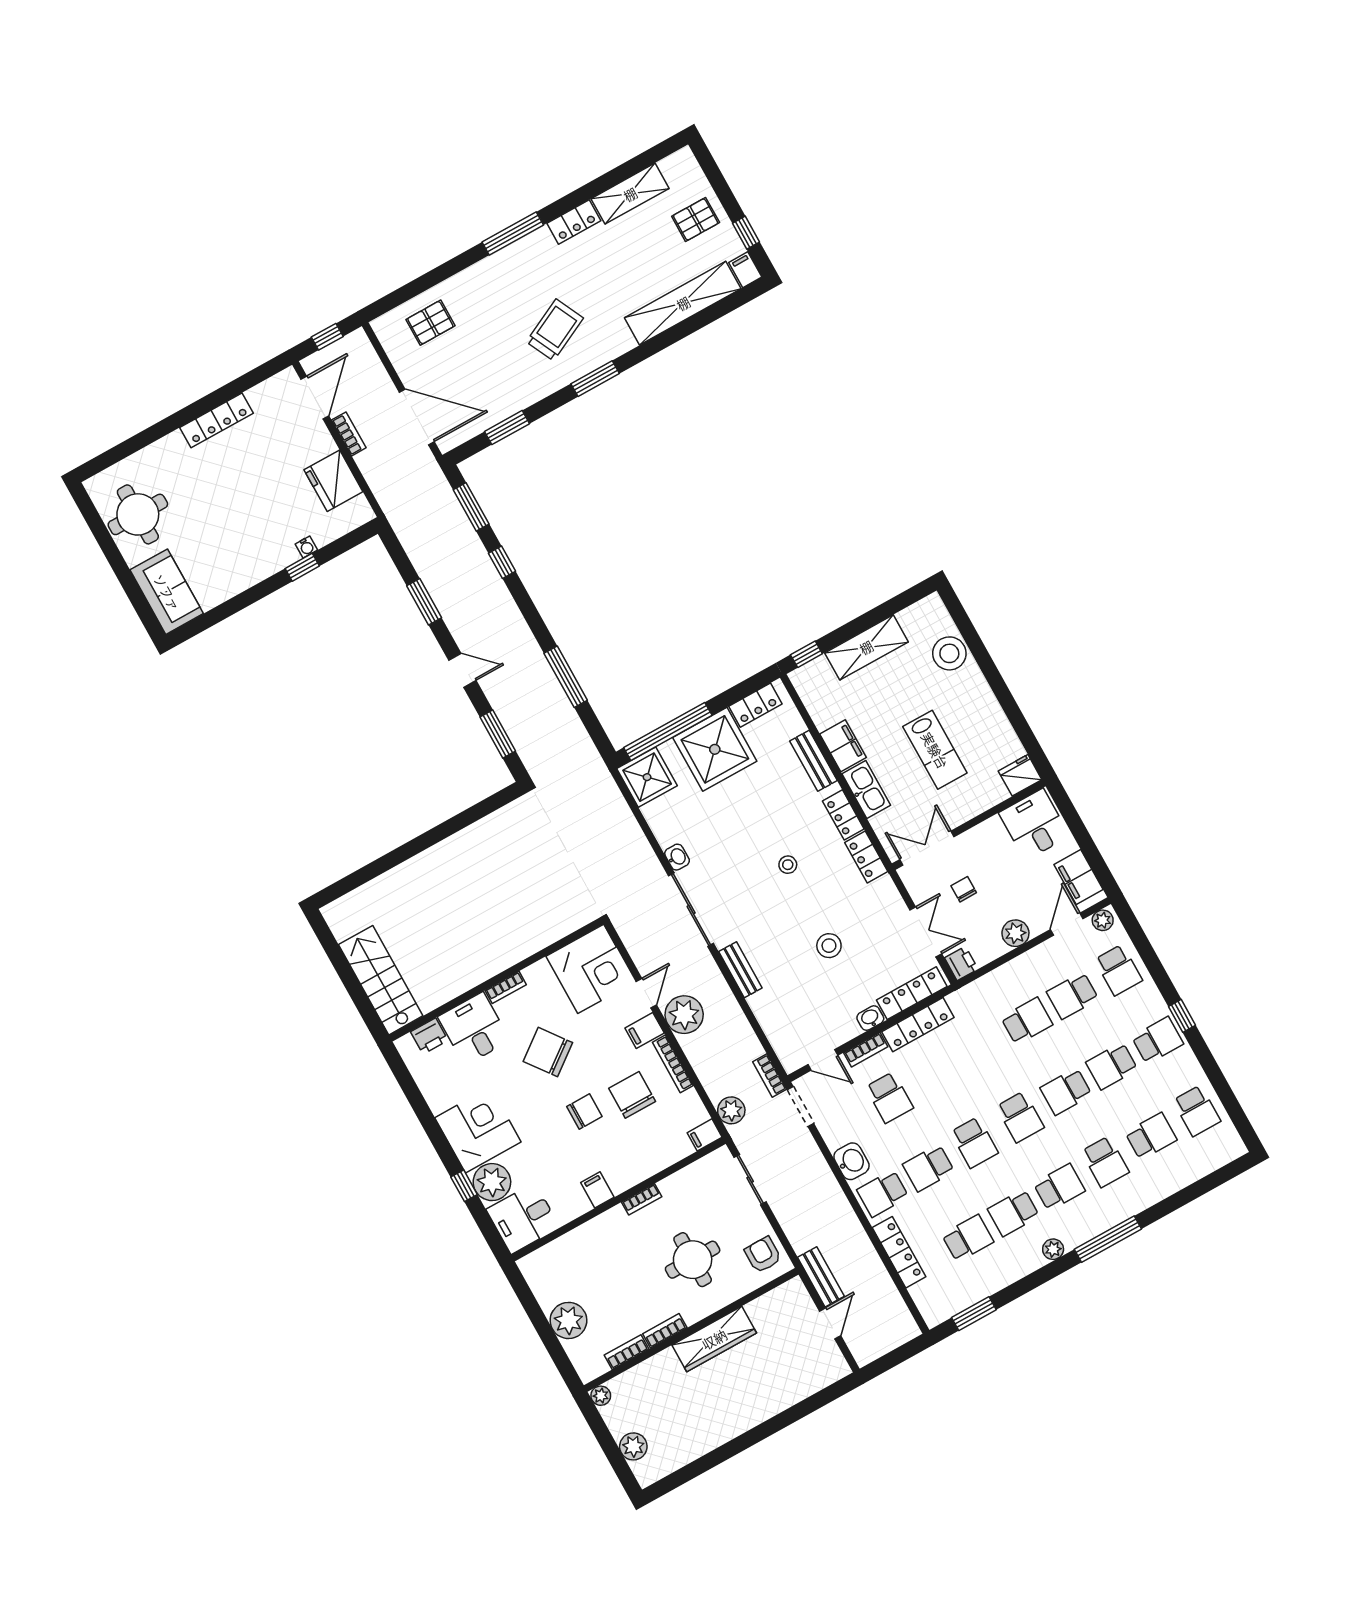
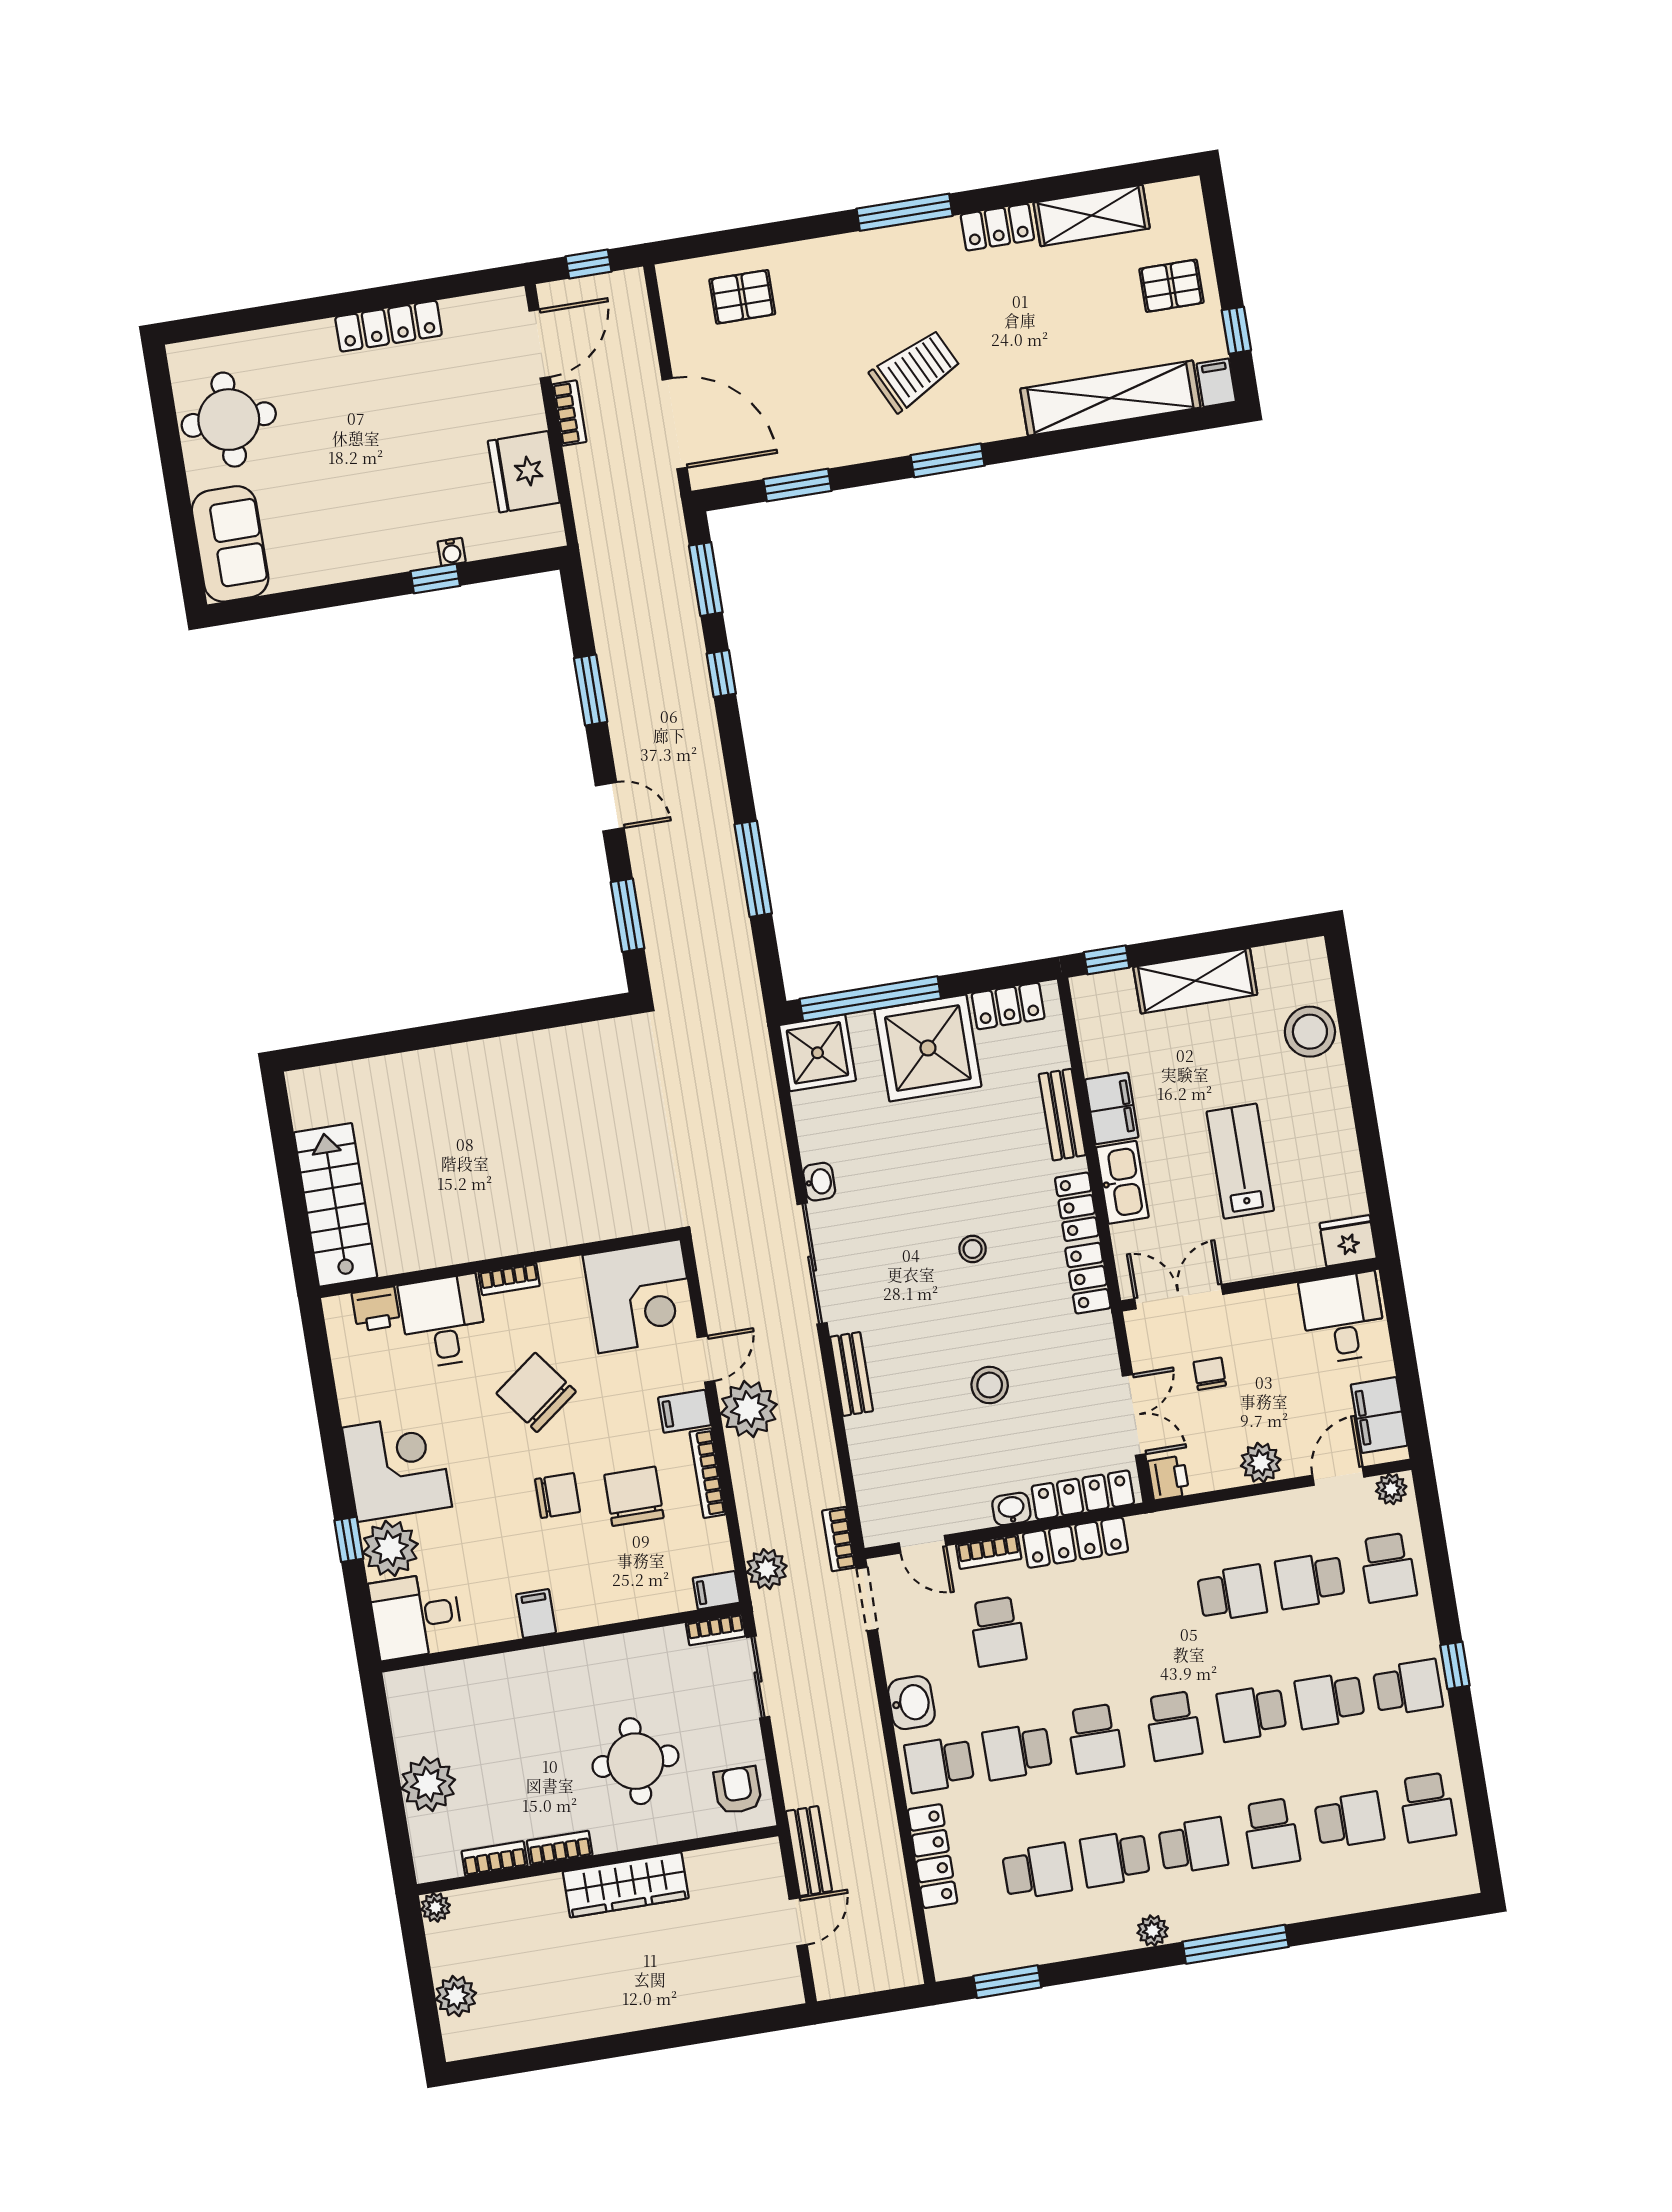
lab bench: (935, 750) -> (1240, 1161), turned 180
bookcase: (642, 1199) -> (716, 1630), moved

